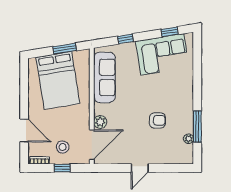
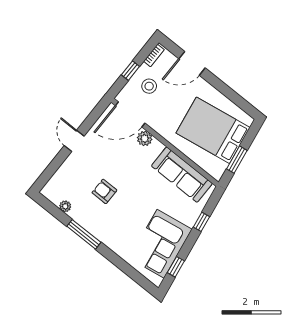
armchair: (157, 120) -> (104, 191), turned 90
window: (197, 126) -> (84, 234), moved
door: (92, 145) -> (130, 114), hinge flipped

